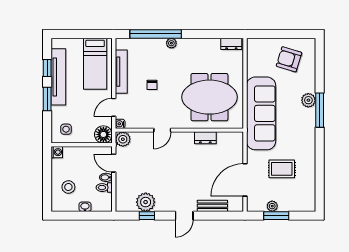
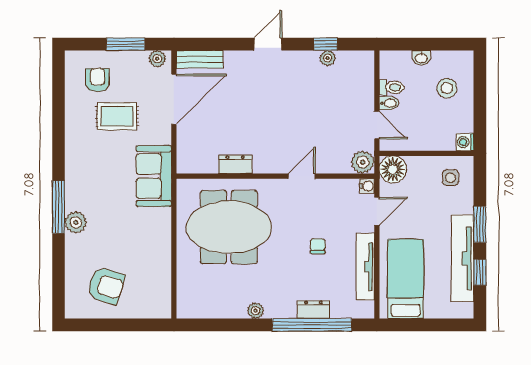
plant: (171, 43) -> (256, 311), moved
dresser: (231, 44) -> (313, 310), moved
sofa: (261, 113) -> (154, 176), width x0.54, depth x0.79
armchair: (294, 192) -> (97, 80), added
plant: (146, 202) -> (328, 58), width x0.53, depth x0.53
bench: (212, 206) -> (200, 59), moved
plant: (272, 206) -> (157, 59), moved

